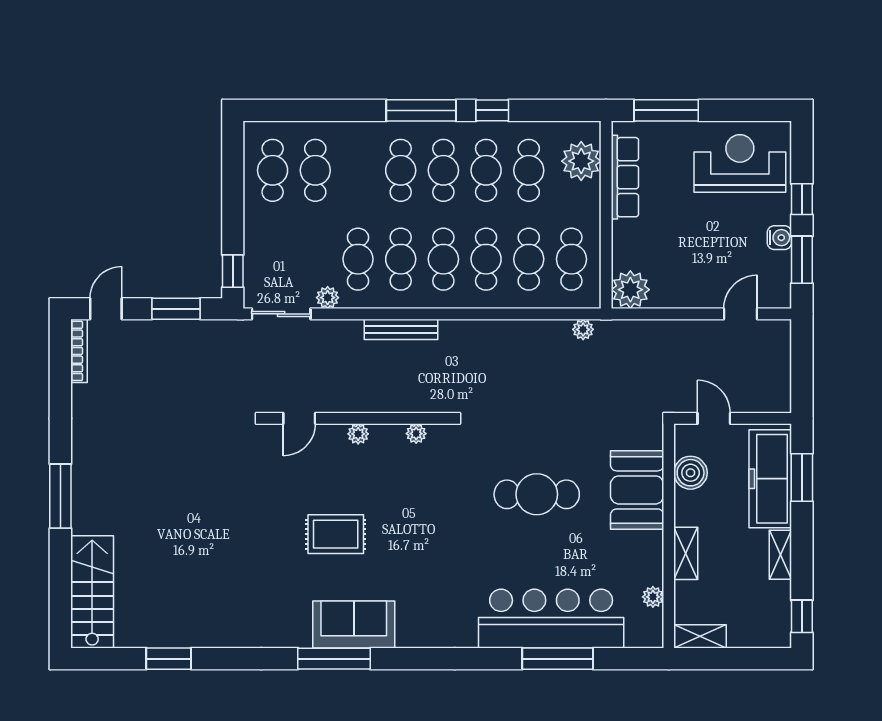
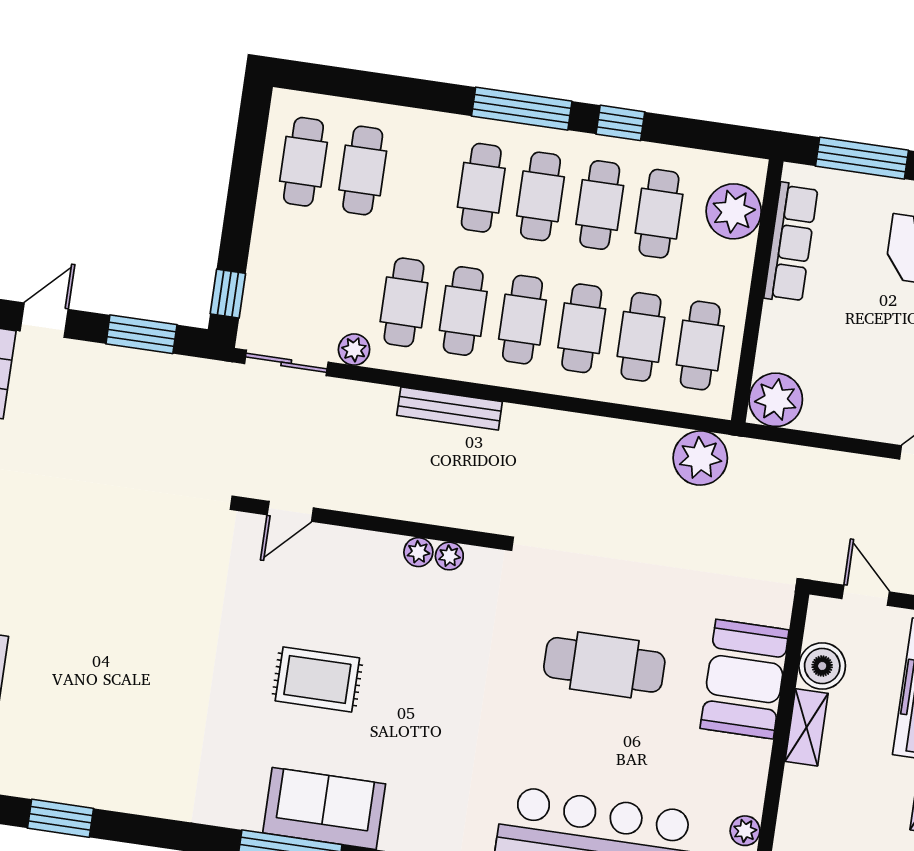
plant: (583, 329) -> (700, 458), width x1.88, depth x1.88
plant: (358, 434) -> (418, 552), moved
shelving: (686, 553) -> (807, 727), moved

